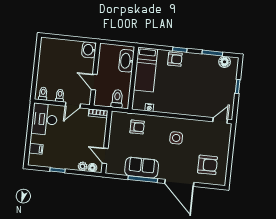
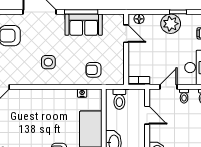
plant: (83, 166) -> (171, 24), moved, width x1.88, depth x1.88

